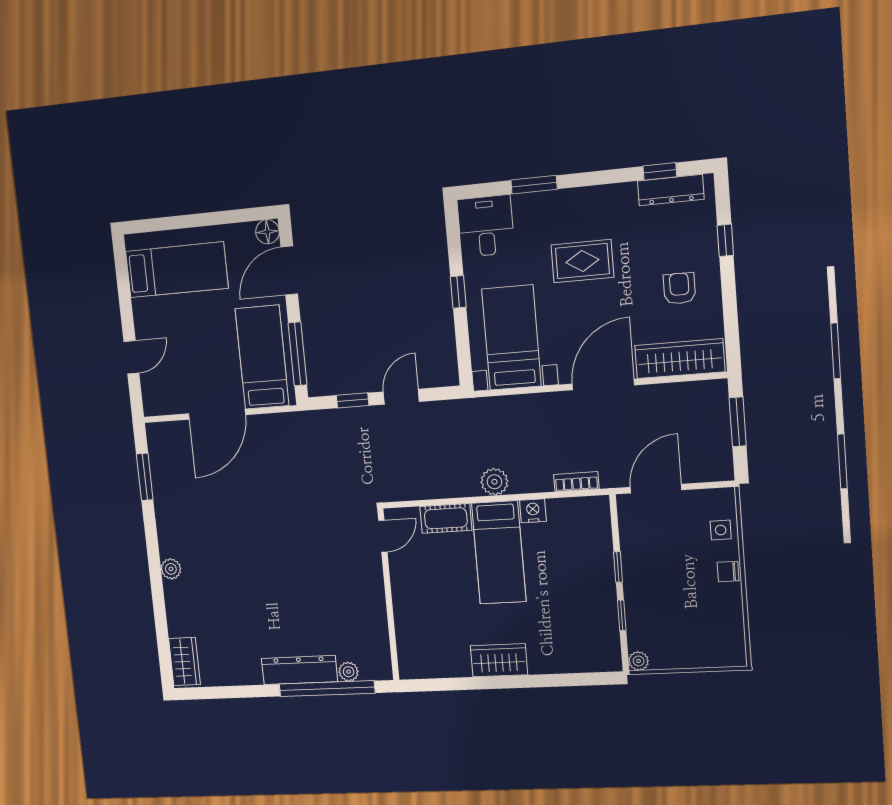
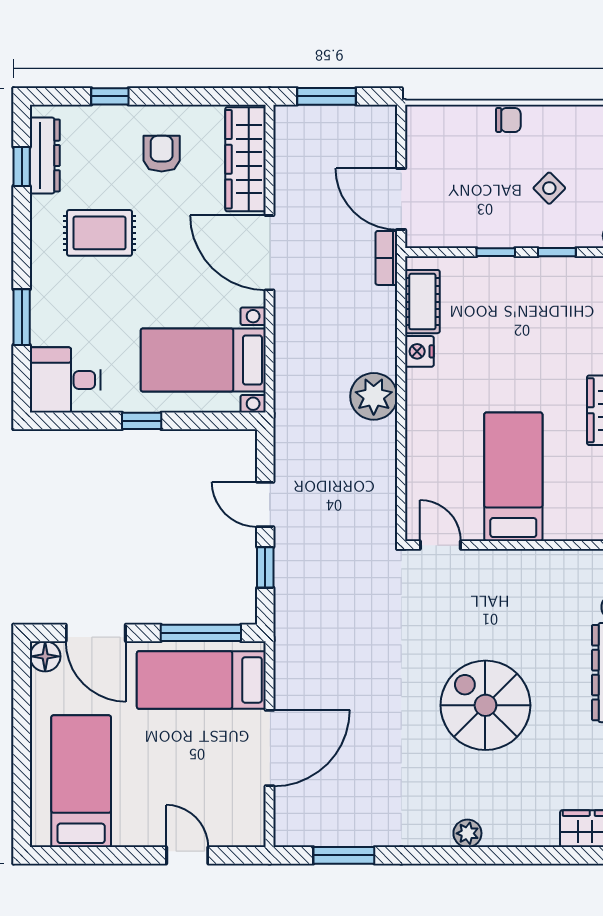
rug: (582, 261) -> (100, 233), moved, turned 90
armchair: (679, 288) -> (162, 154), turned 90
door: (217, 414) -> (270, 748), hinge flipped
plant: (494, 482) -> (374, 396), width x1.36, depth x1.36
bookcase: (576, 482) -> (386, 258), moved
cot: (446, 518) -> (422, 302), moved
side table: (721, 530) -> (549, 188), moved, turned 45
bed: (499, 552) -> (513, 477), moved, turned -90
chair: (728, 571) -> (508, 120), turned -90
spiral stairs: (266, 577) -> (485, 705), added

